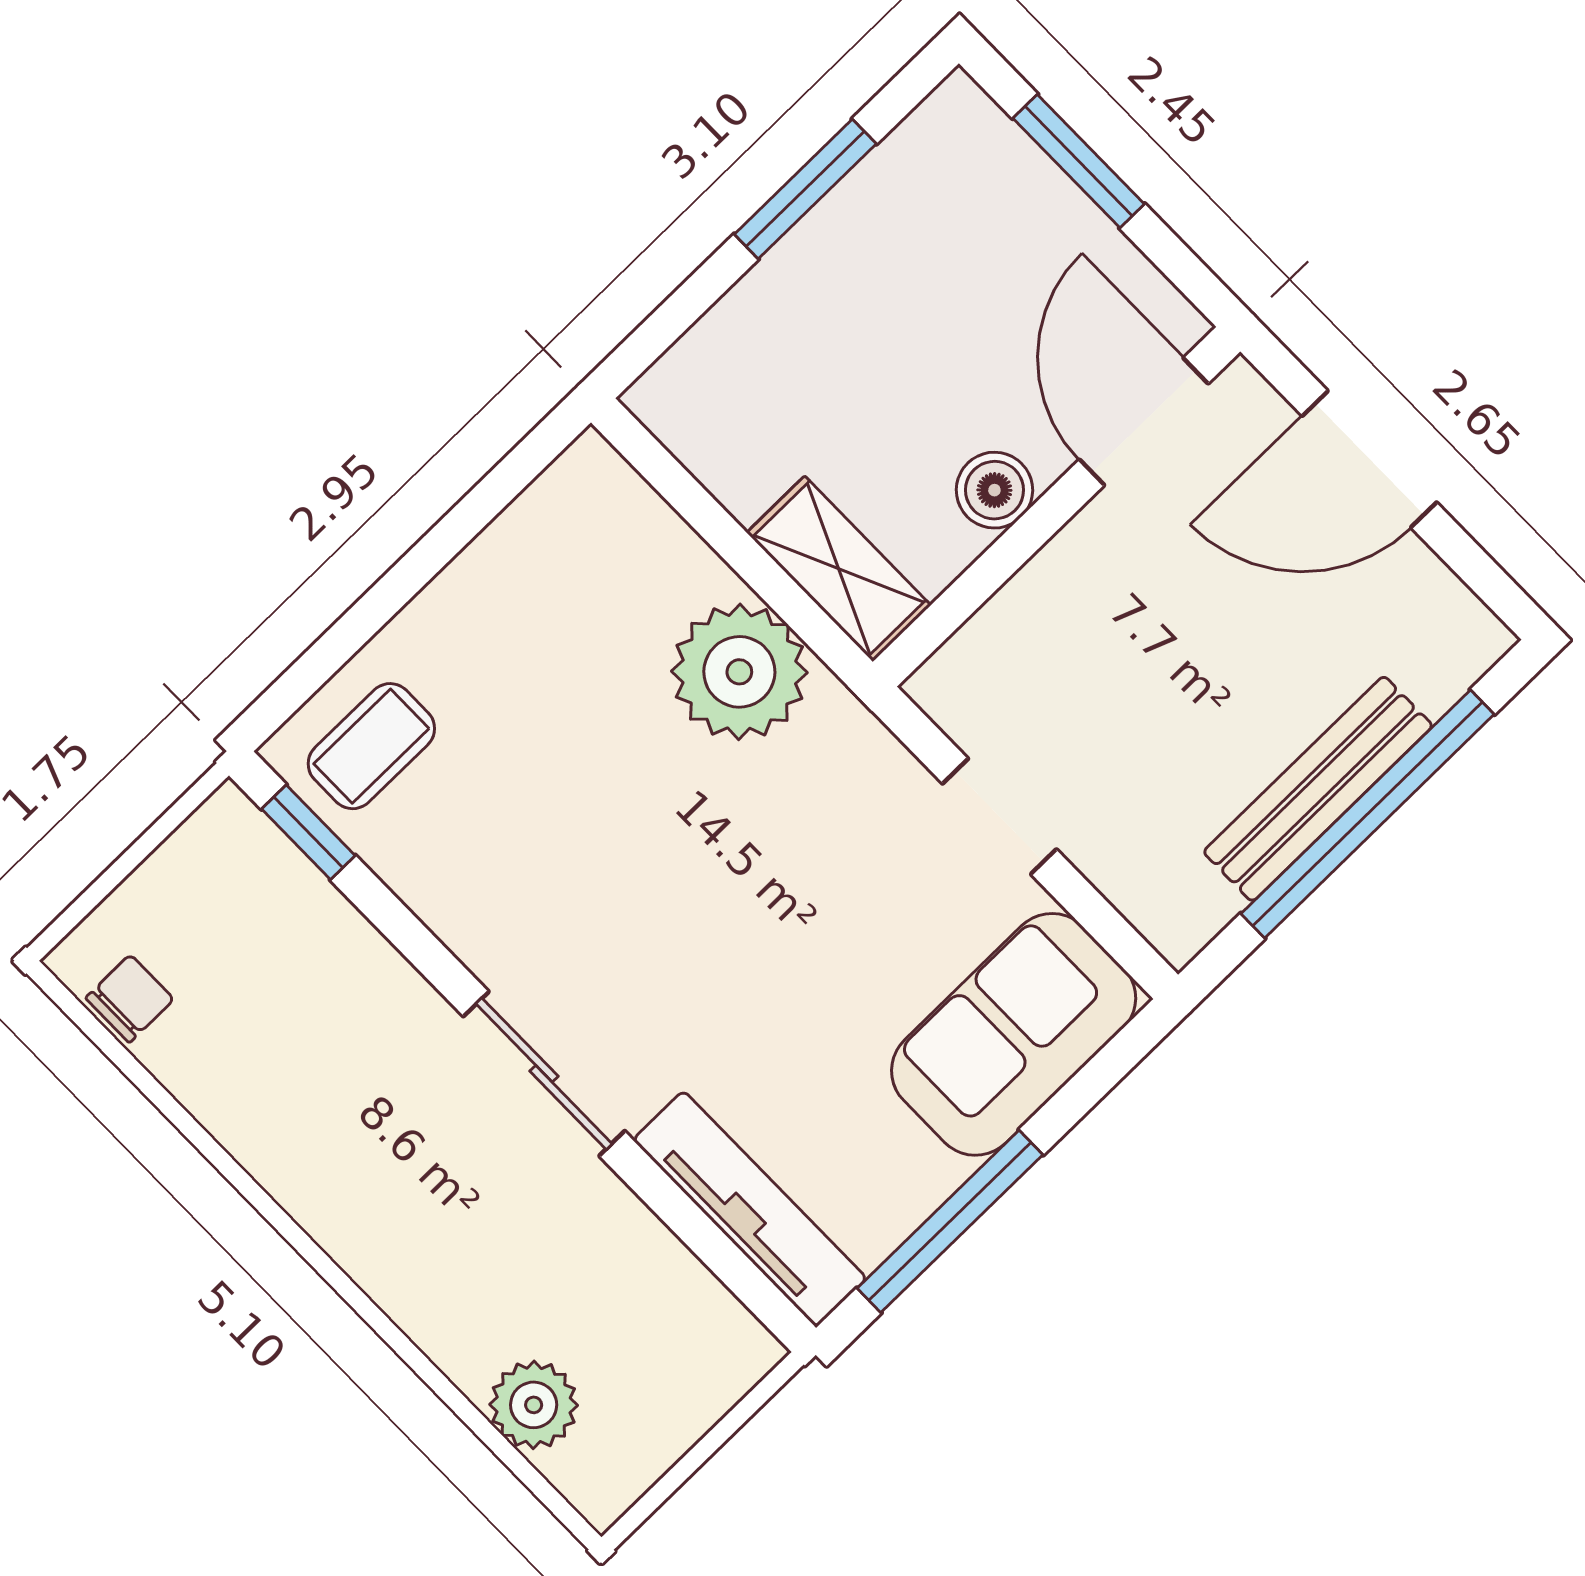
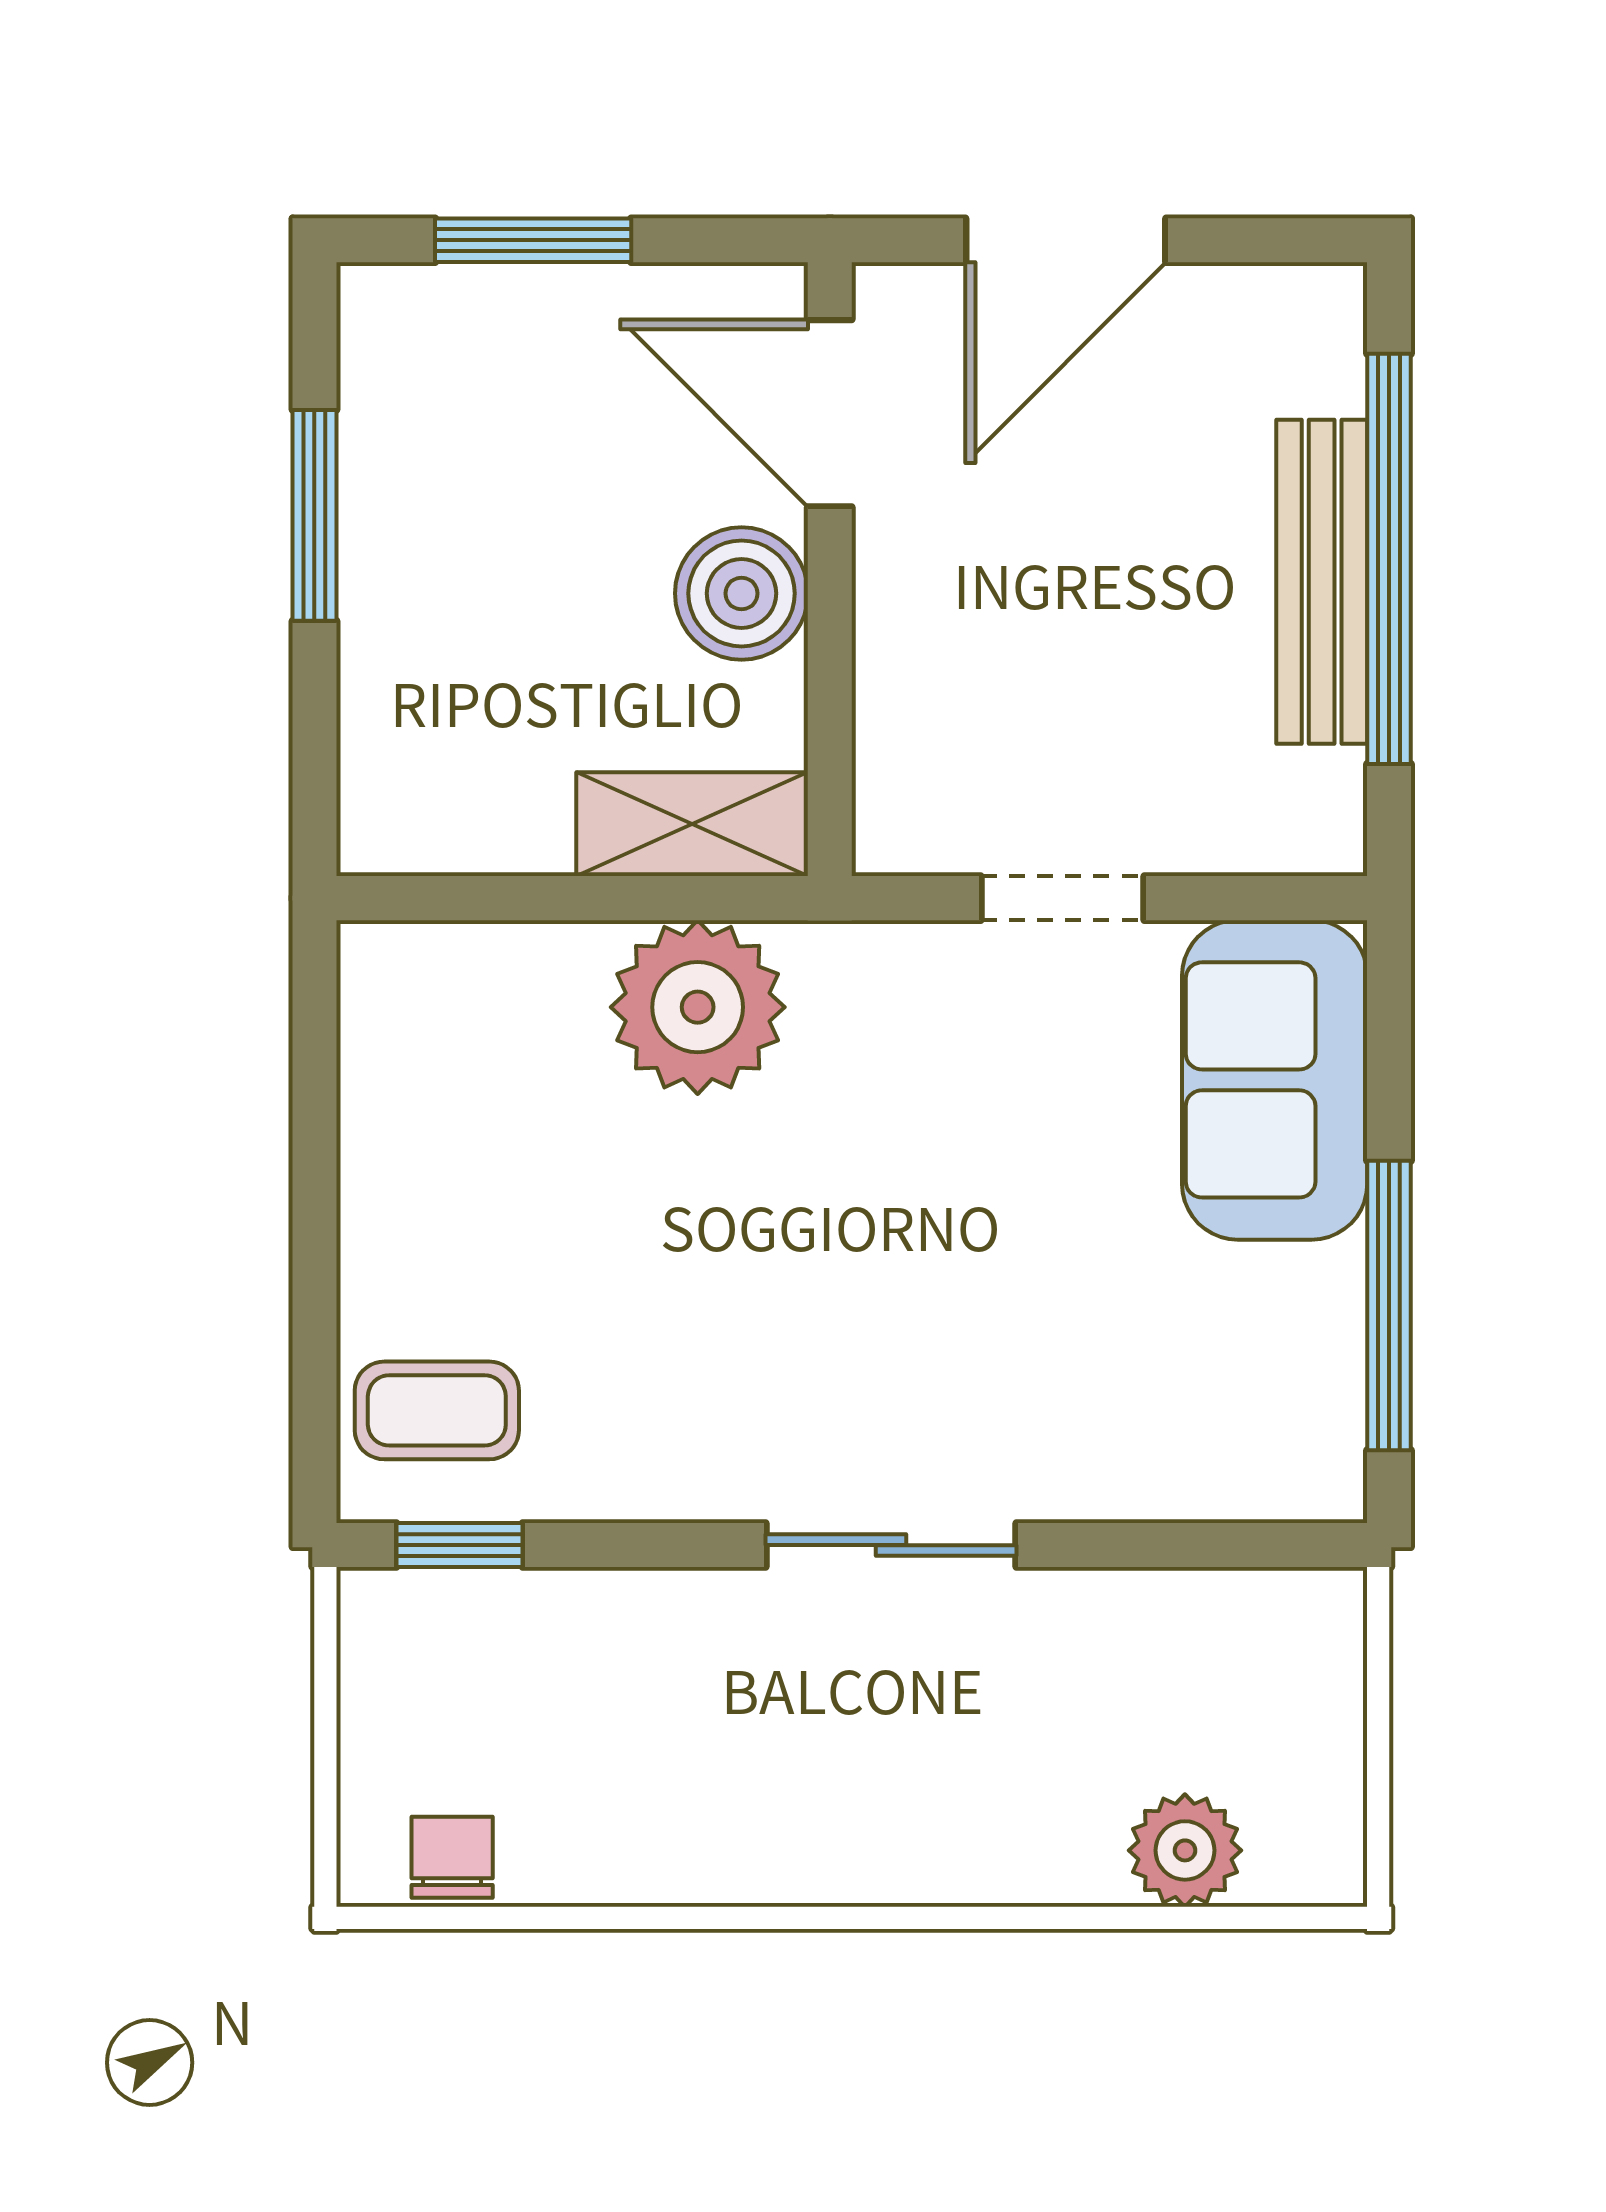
boiler: (994, 490) -> (742, 593), width x1.36, depth x1.36
coffee table: (371, 746) -> (437, 1410), turned 90
tv unit: (750, 1209) -> (1199, 1477), removed

